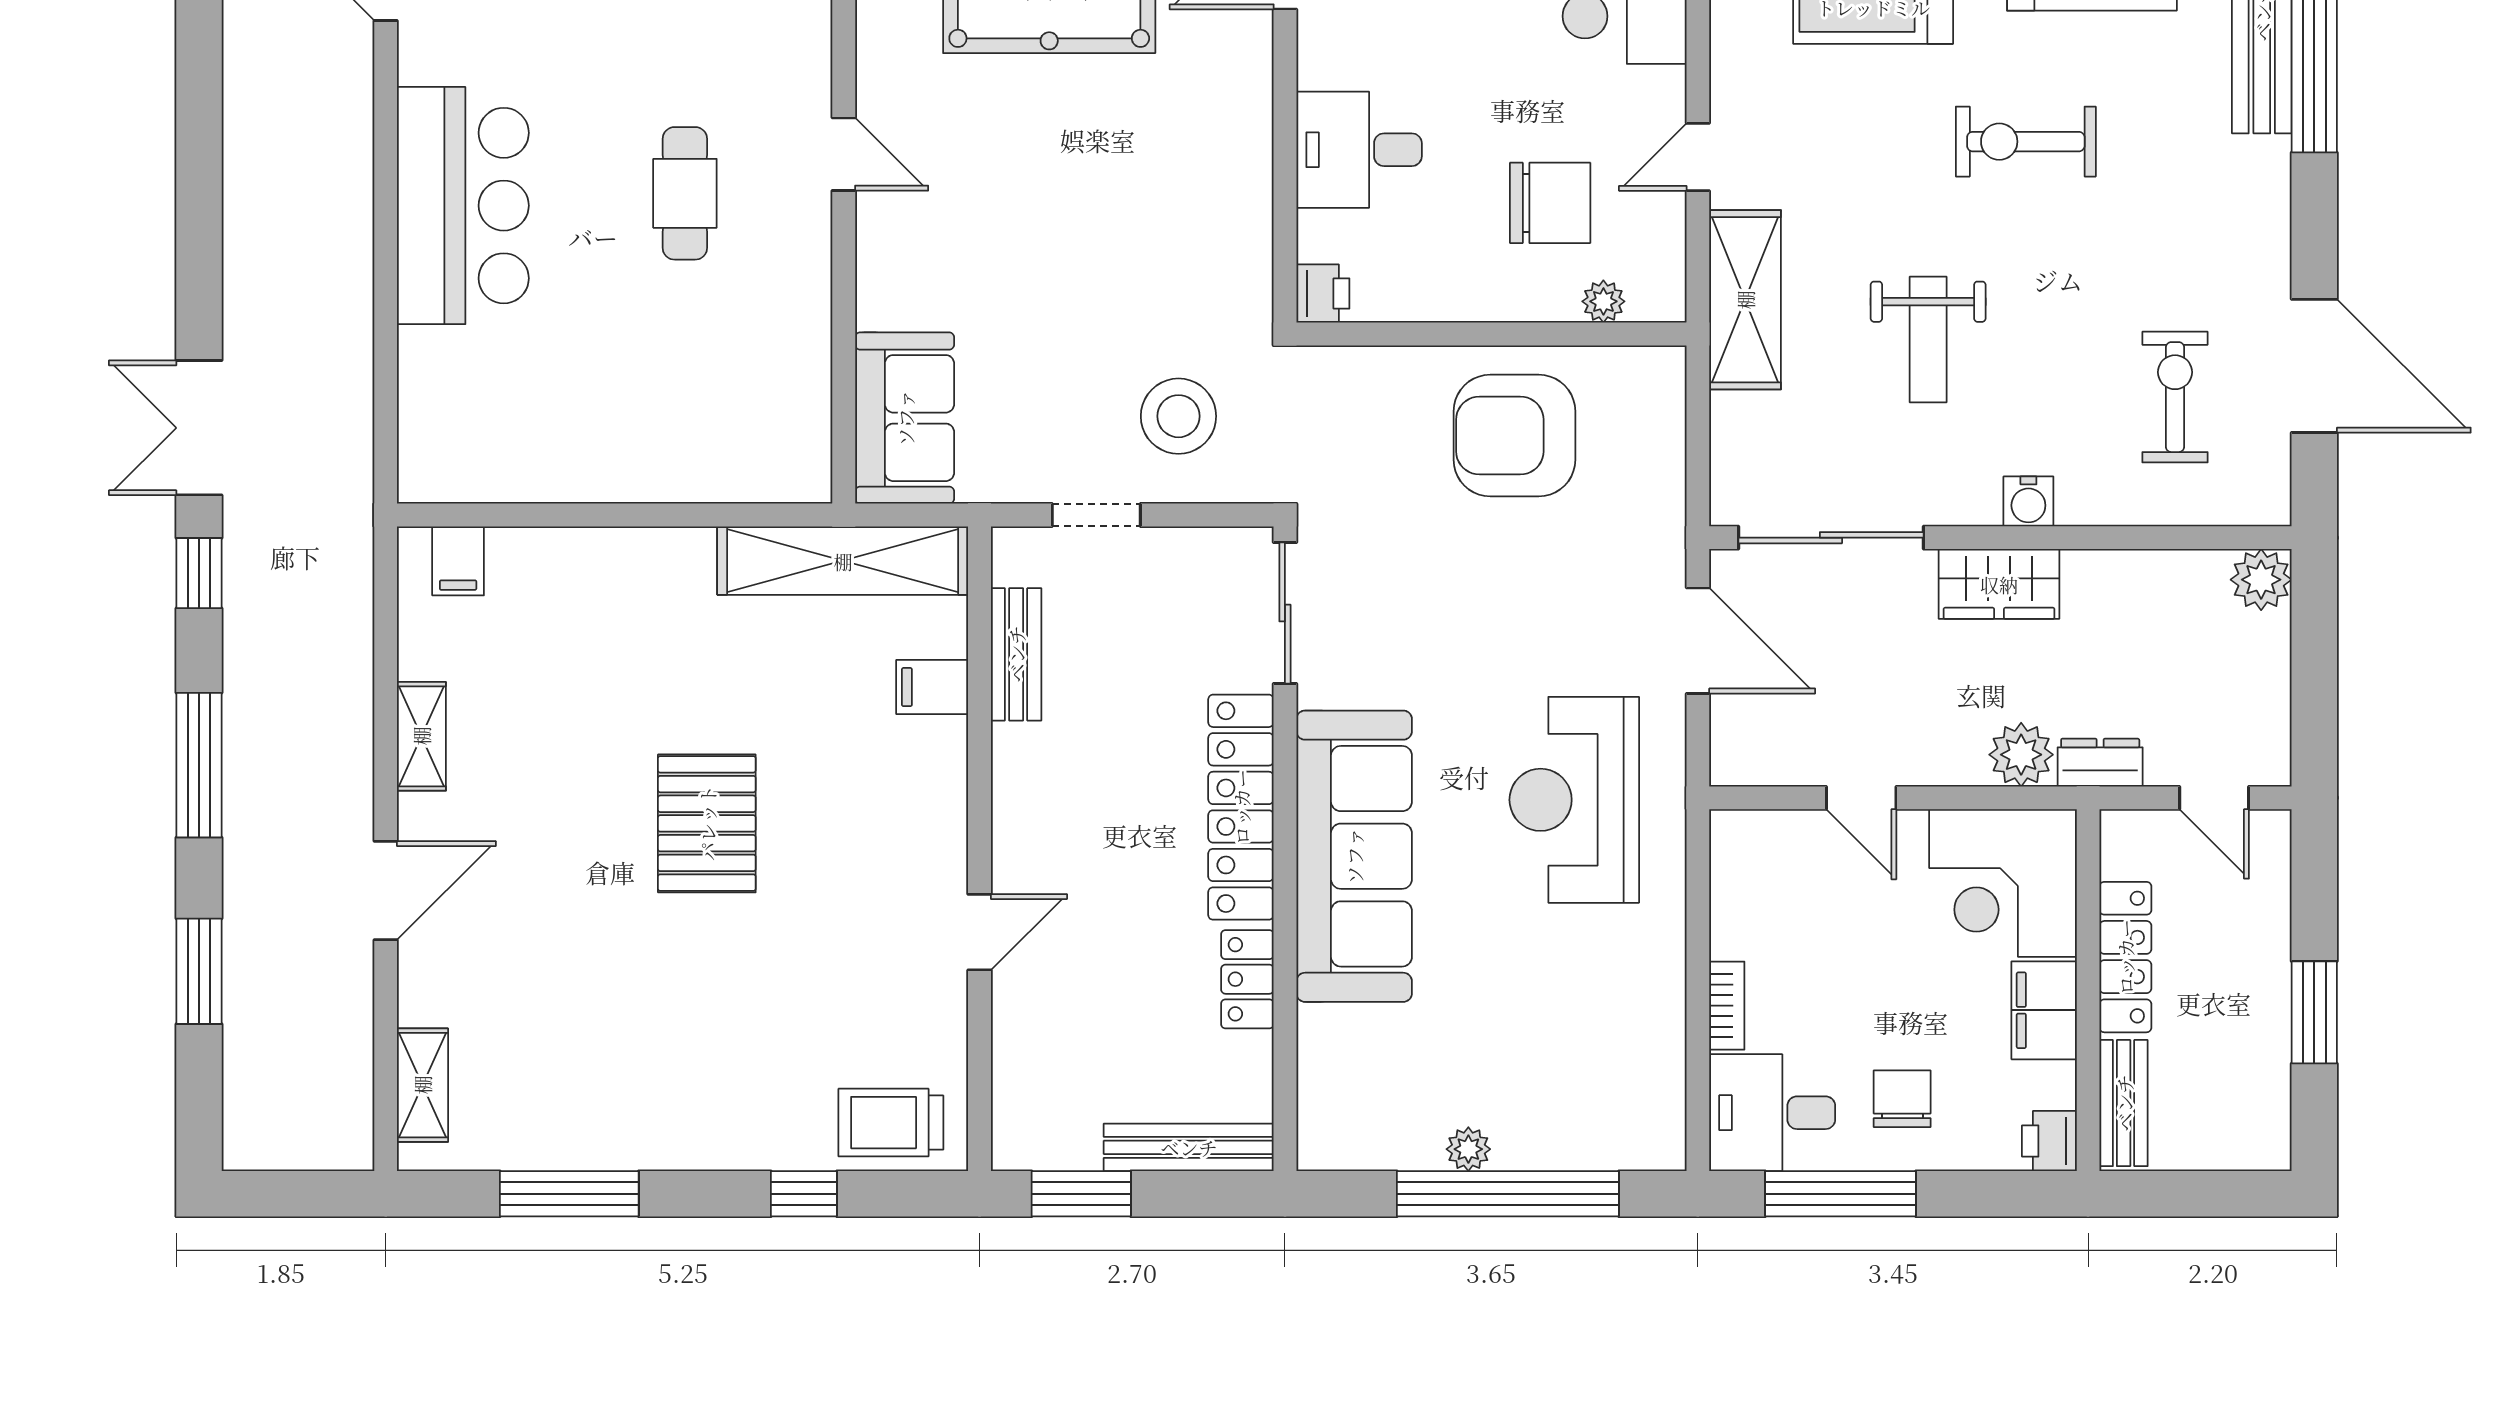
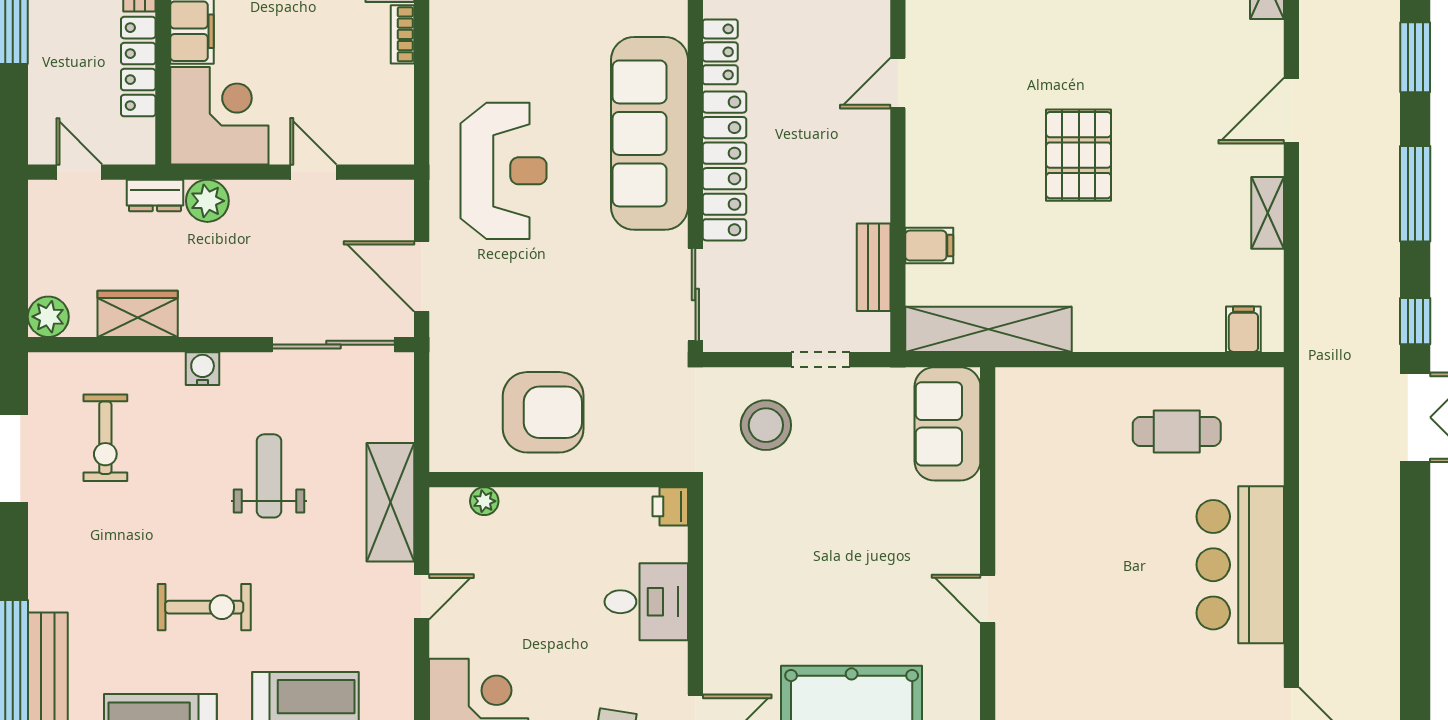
cafe table: (685, 193) -> (1177, 431), moved, turned 90
chair: (1550, 203) -> (520, 566), removed
wardrobe: (1999, 584) -> (138, 314), moved

